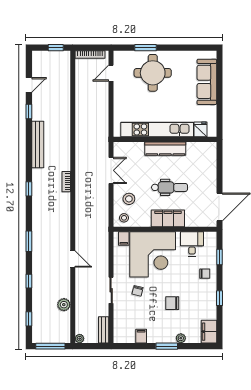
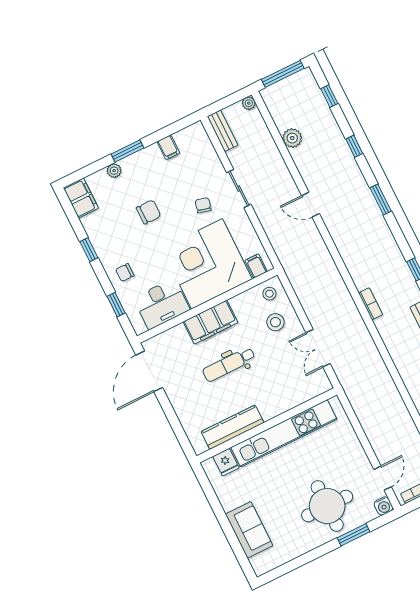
water cooler: (119, 56) -> (383, 506), added
sofa: (207, 82) -> (249, 530), width x0.73
kitchen counter: (165, 149) -> (232, 427), moved
desk: (192, 244) -> (162, 304), width x1.37

